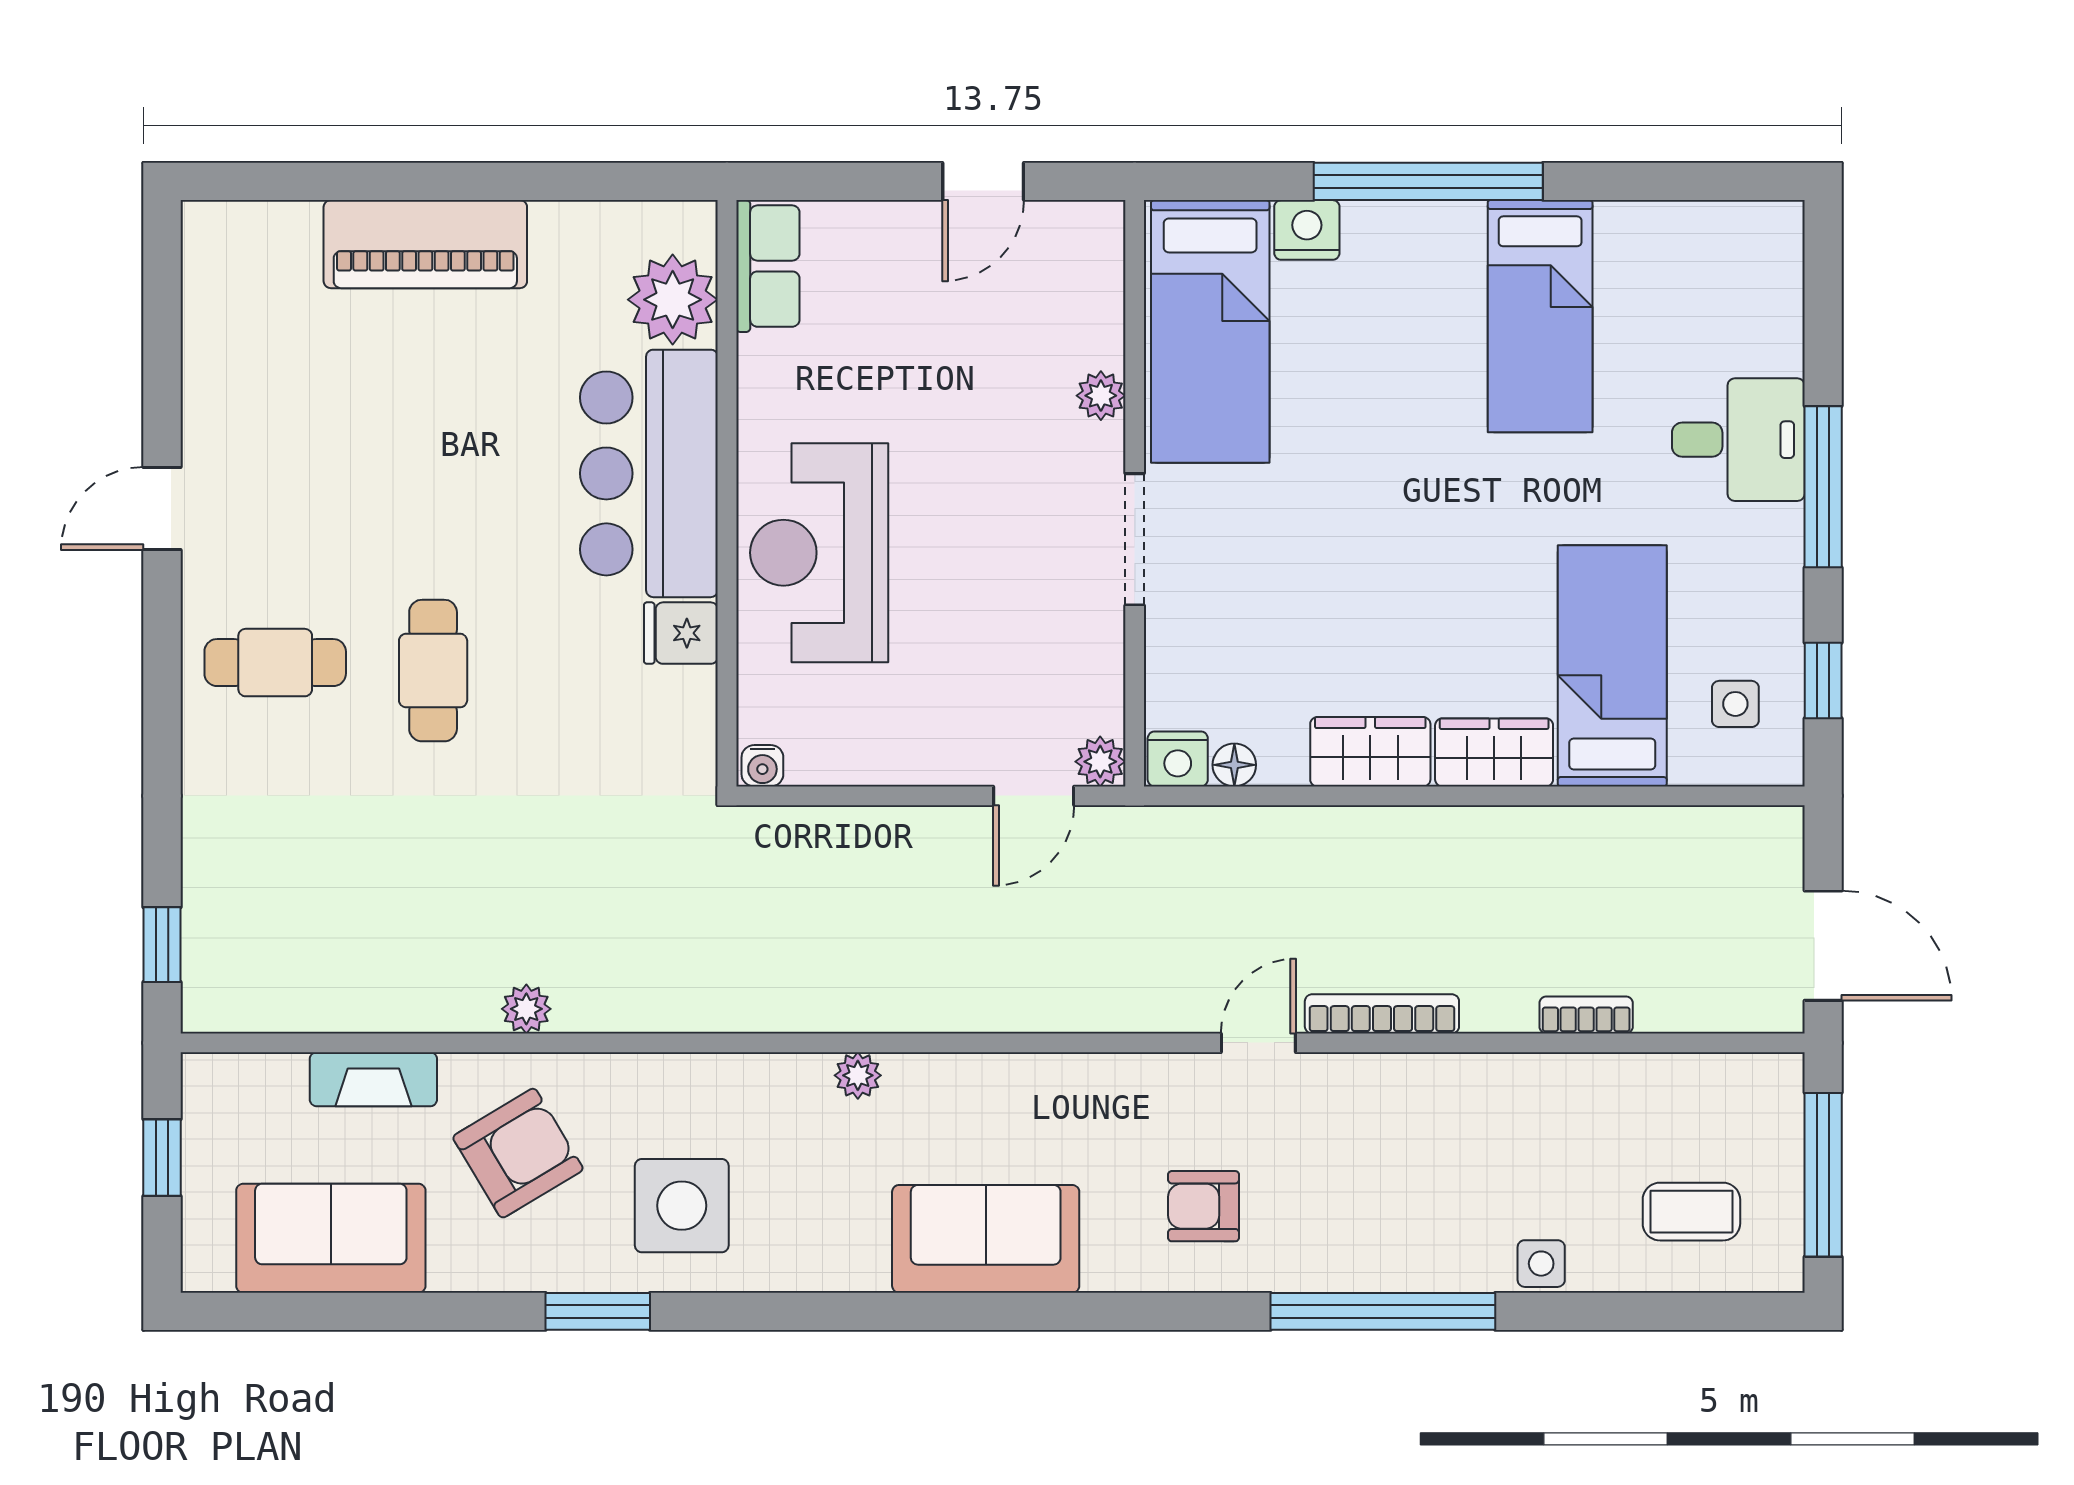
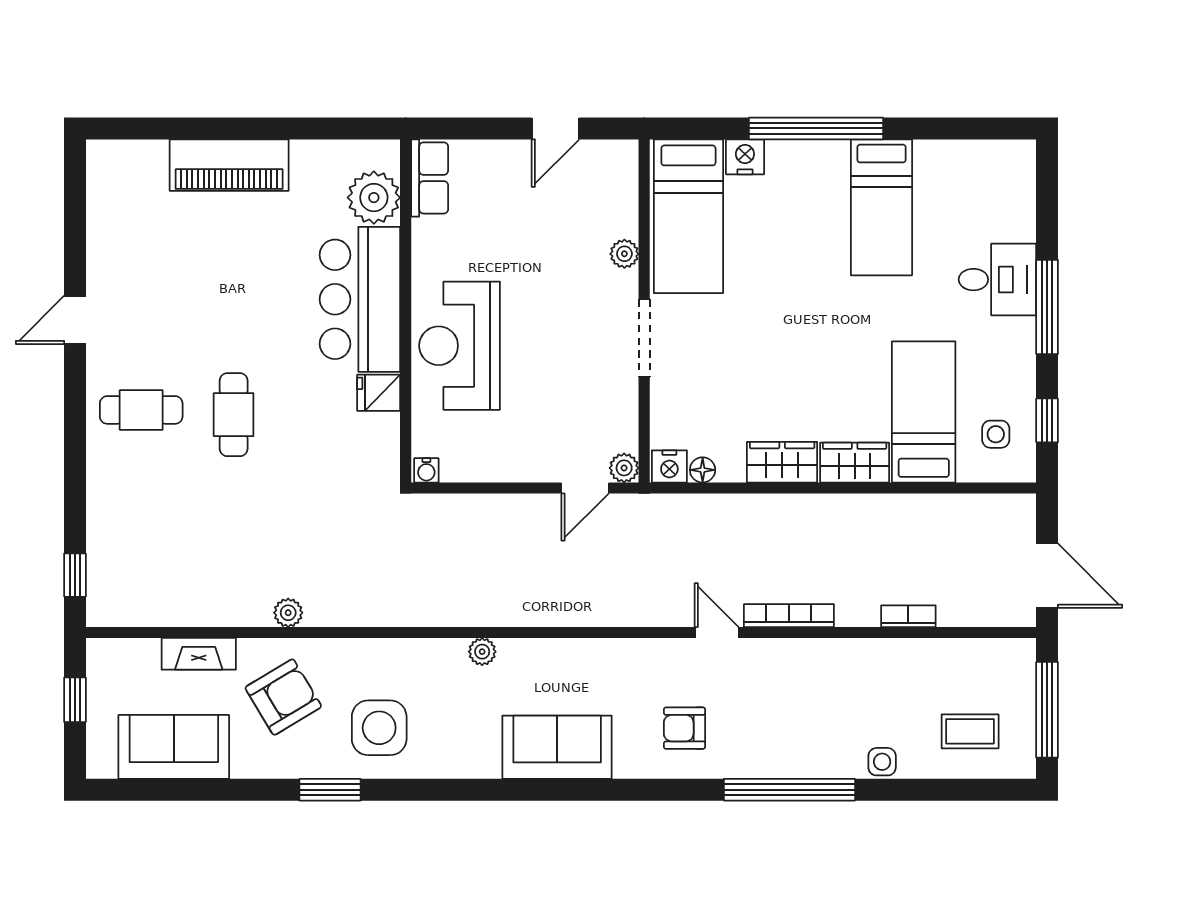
door: (1258, 1043) -> (717, 633), hinge flipped

